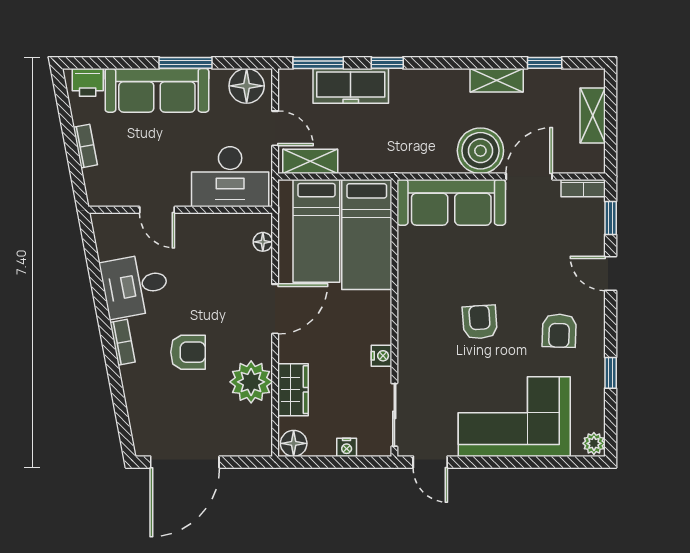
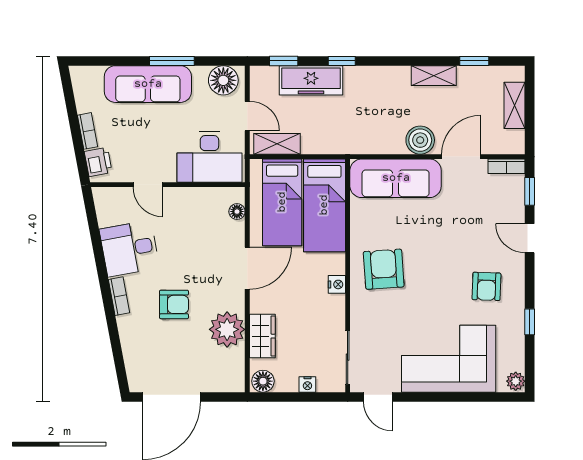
window: (318, 63) -> (284, 61), width x0.67
printer: (88, 82) -> (98, 162), moved, turned -101
boiler: (480, 151) -> (420, 140), width x0.73, depth x0.73
armchair: (480, 322) -> (384, 269), moved, width x1.38, depth x1.38
nightstand: (381, 356) -> (337, 284), moved

